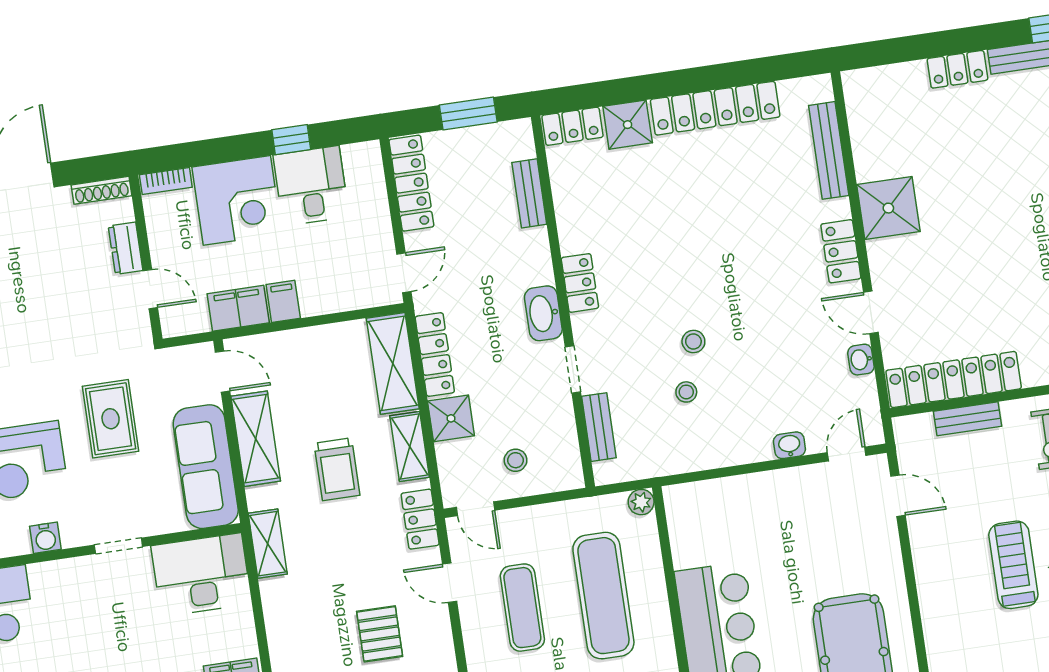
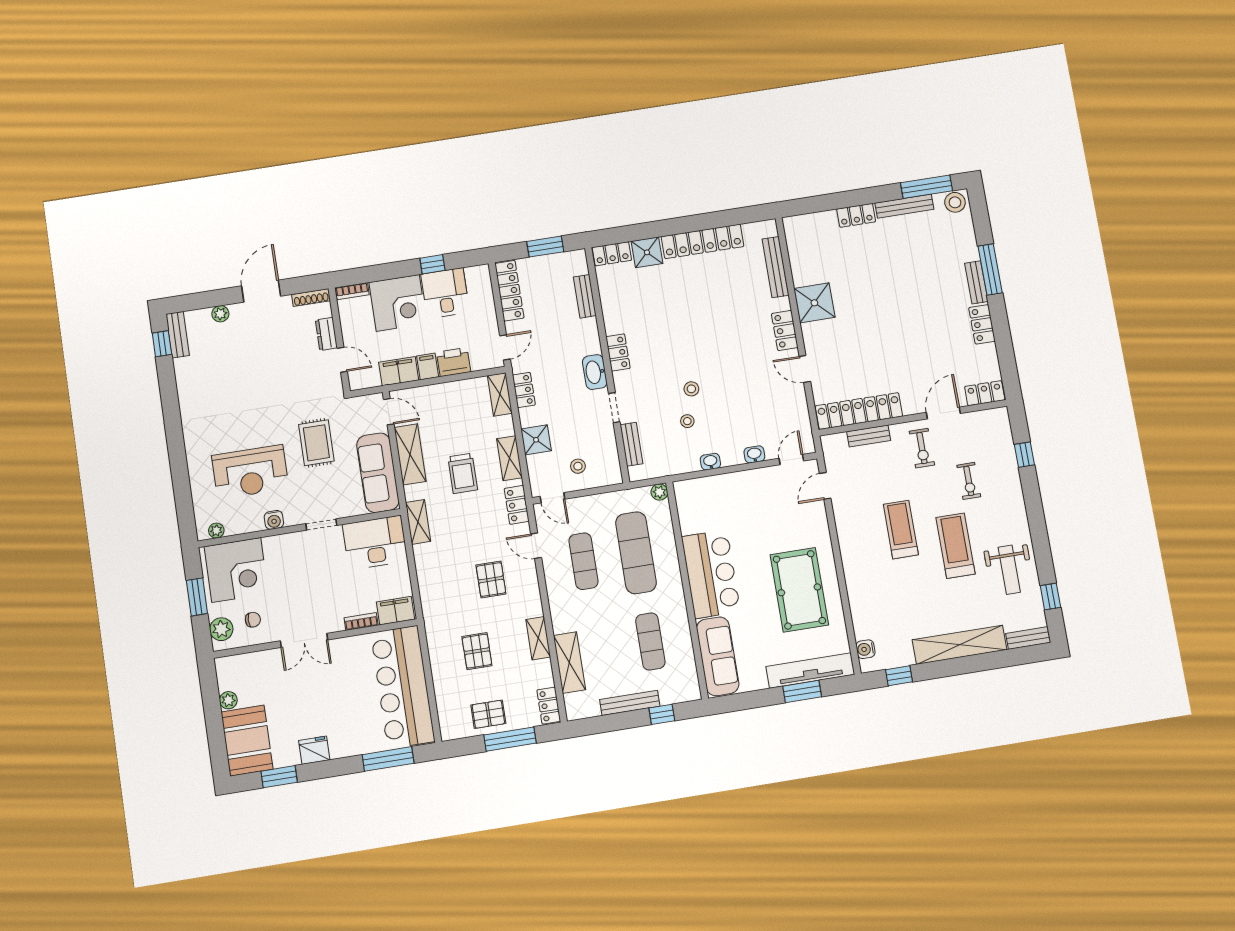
printer: (324, 295) -> (454, 362), added
locker: (435, 355) -> (524, 390), width x0.66
washbasin: (861, 360) -> (710, 462), moved, turned 90
shelving: (393, 363) -> (500, 394), width x0.67, depth x0.75
door: (898, 496) -> (825, 486), swing flipped

